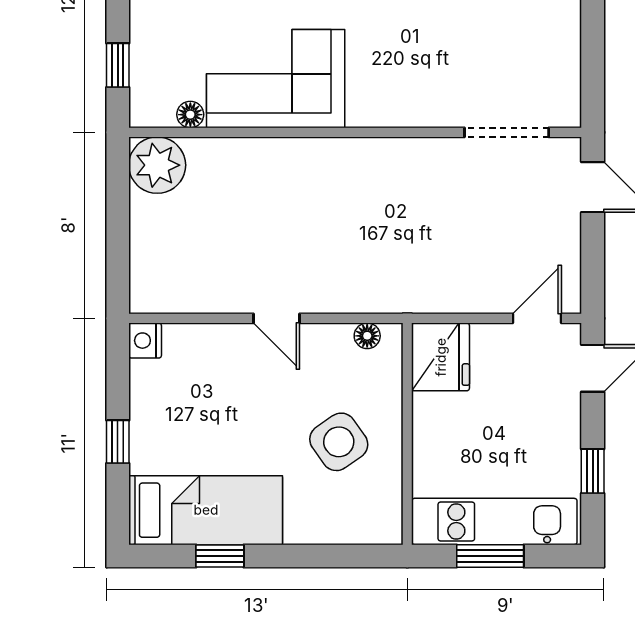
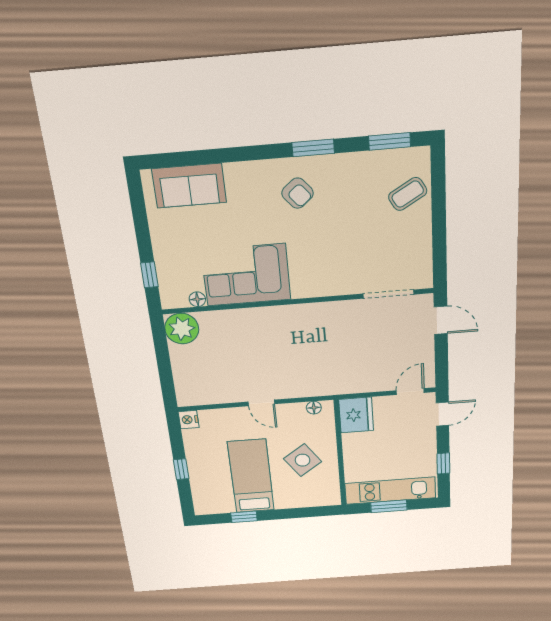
bed: (206, 510) -> (251, 476), moved, turned -90

